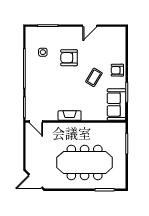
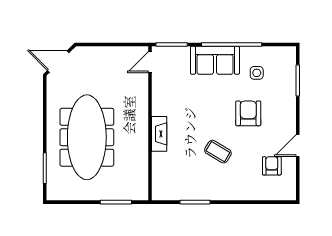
door: (90, 26) -> (298, 145), hinge flipped
armchair: (117, 70) -> (272, 166), moved
sofa: (116, 105) -> (215, 60), moved, turned 180
fireplace: (70, 116) -> (159, 134), moved
door: (36, 181) -> (58, 62), hinge flipped

